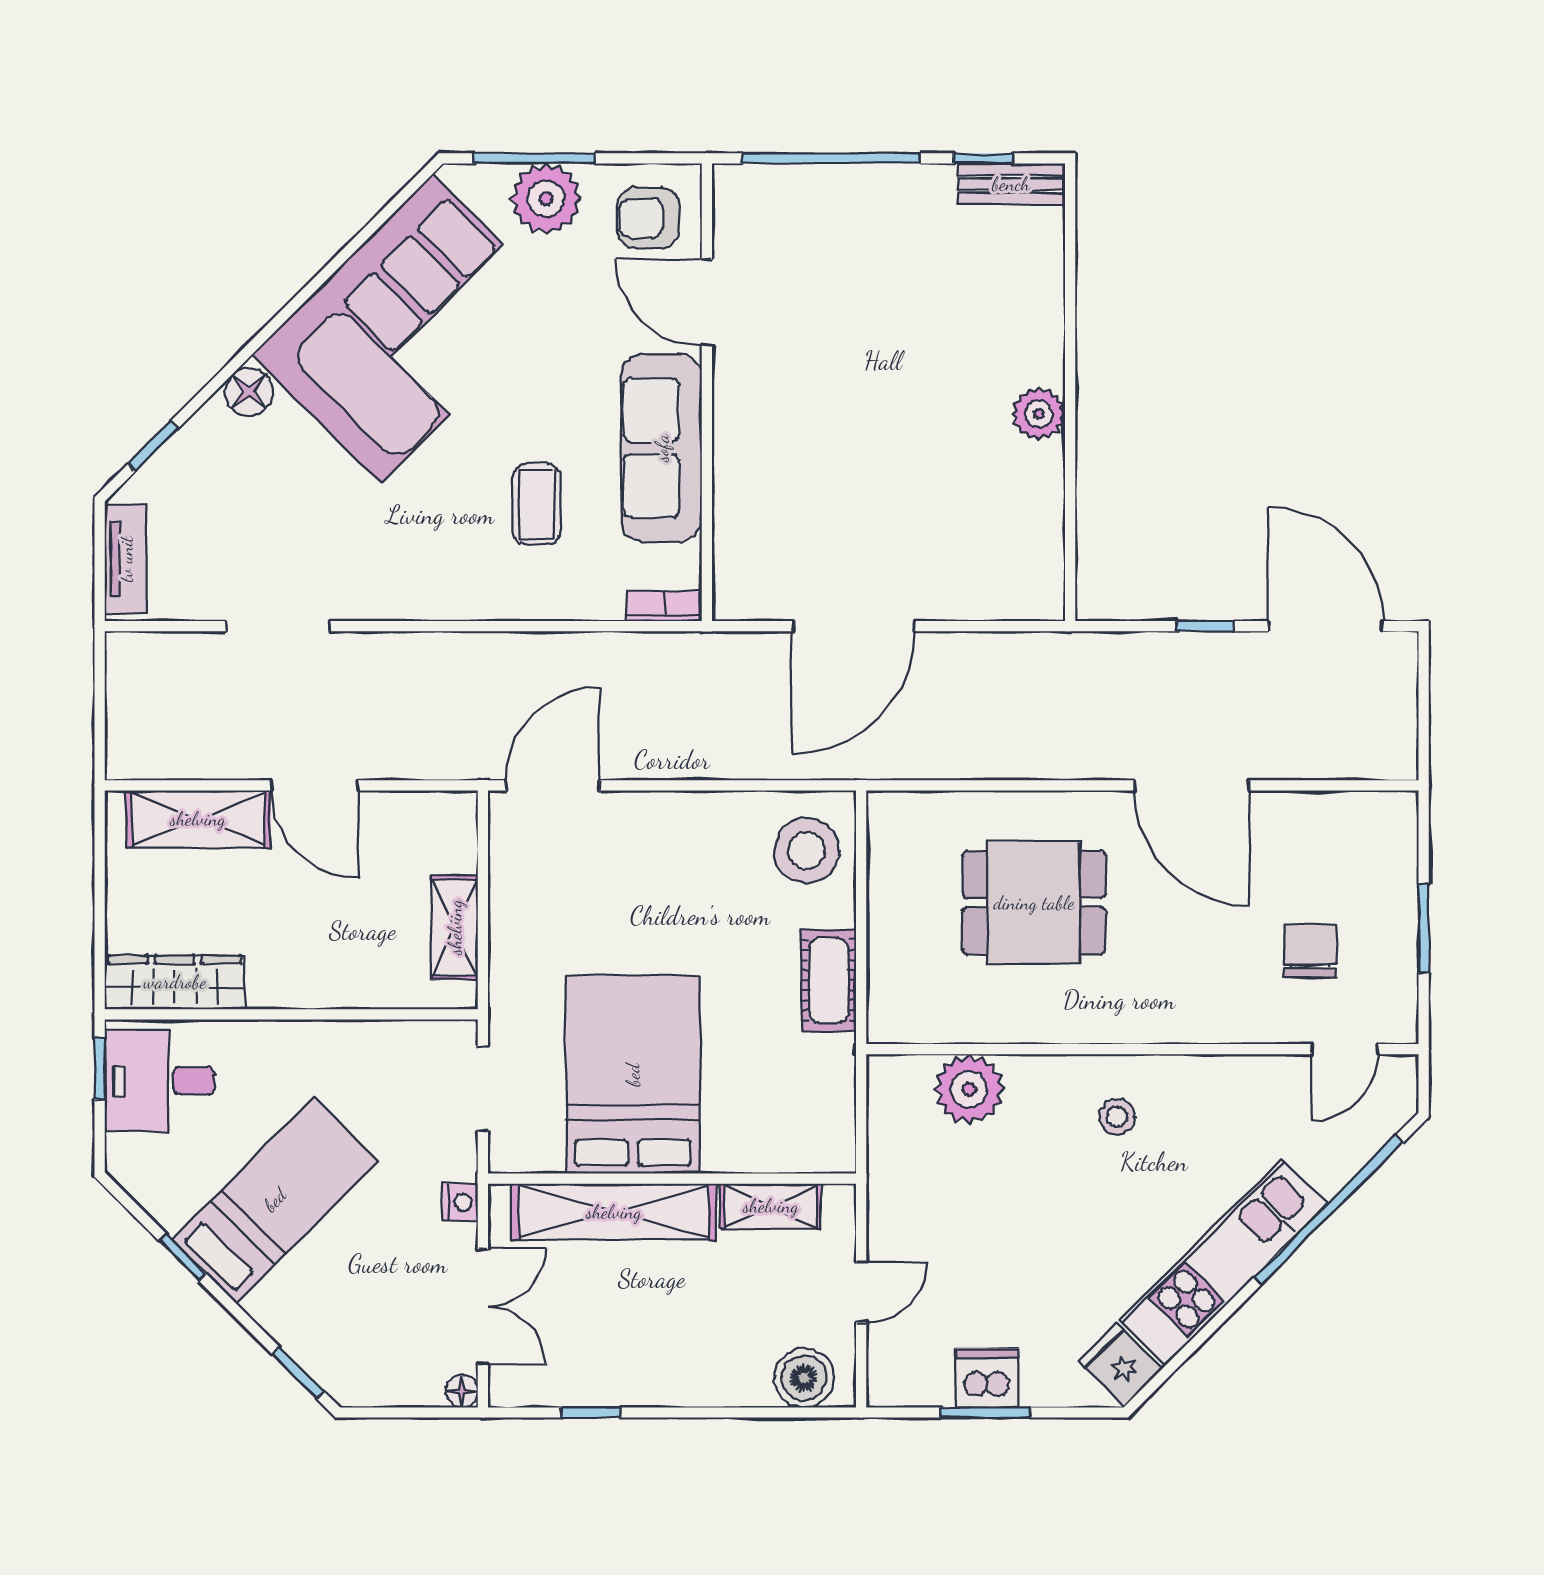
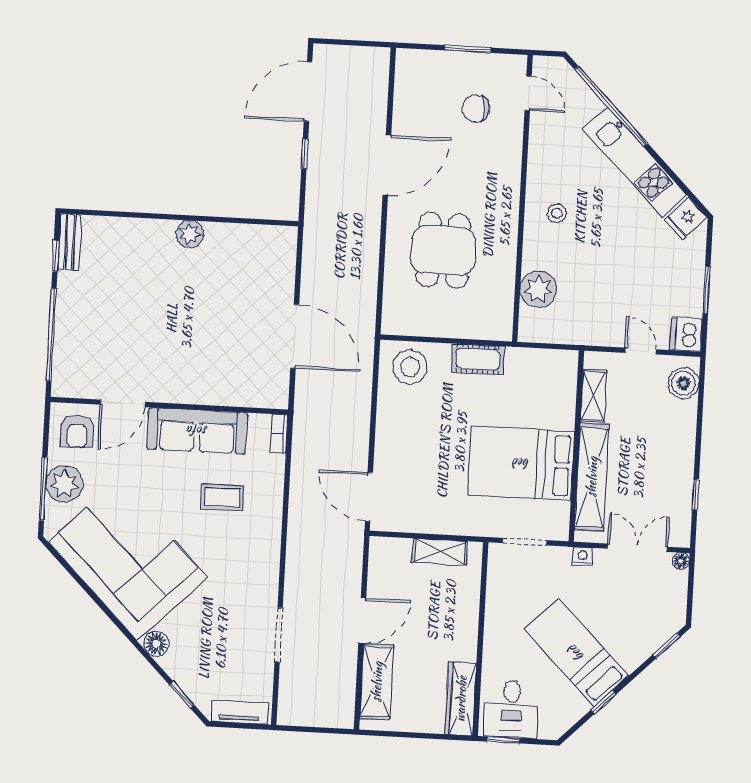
dishwasher: (987, 1378) -> (686, 335), moved

